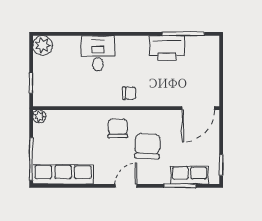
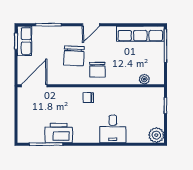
plant: (39, 116) -> (144, 79), moved
row of seats: (190, 175) -> (24, 41), moved, turned -90

